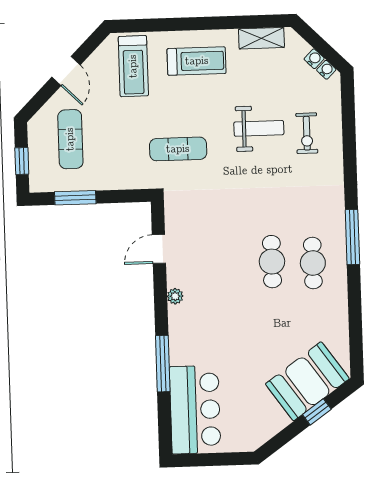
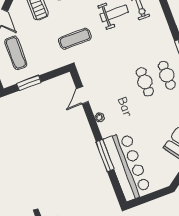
bar counter: (195, 410) -> (127, 166), width x1.36

